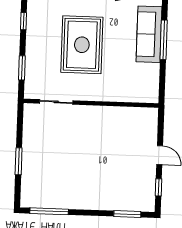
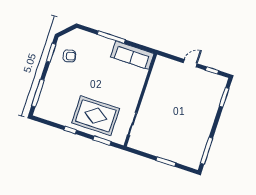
sofa: (149, 34) -> (132, 55), moved
rug: (82, 45) -> (96, 116), moved

